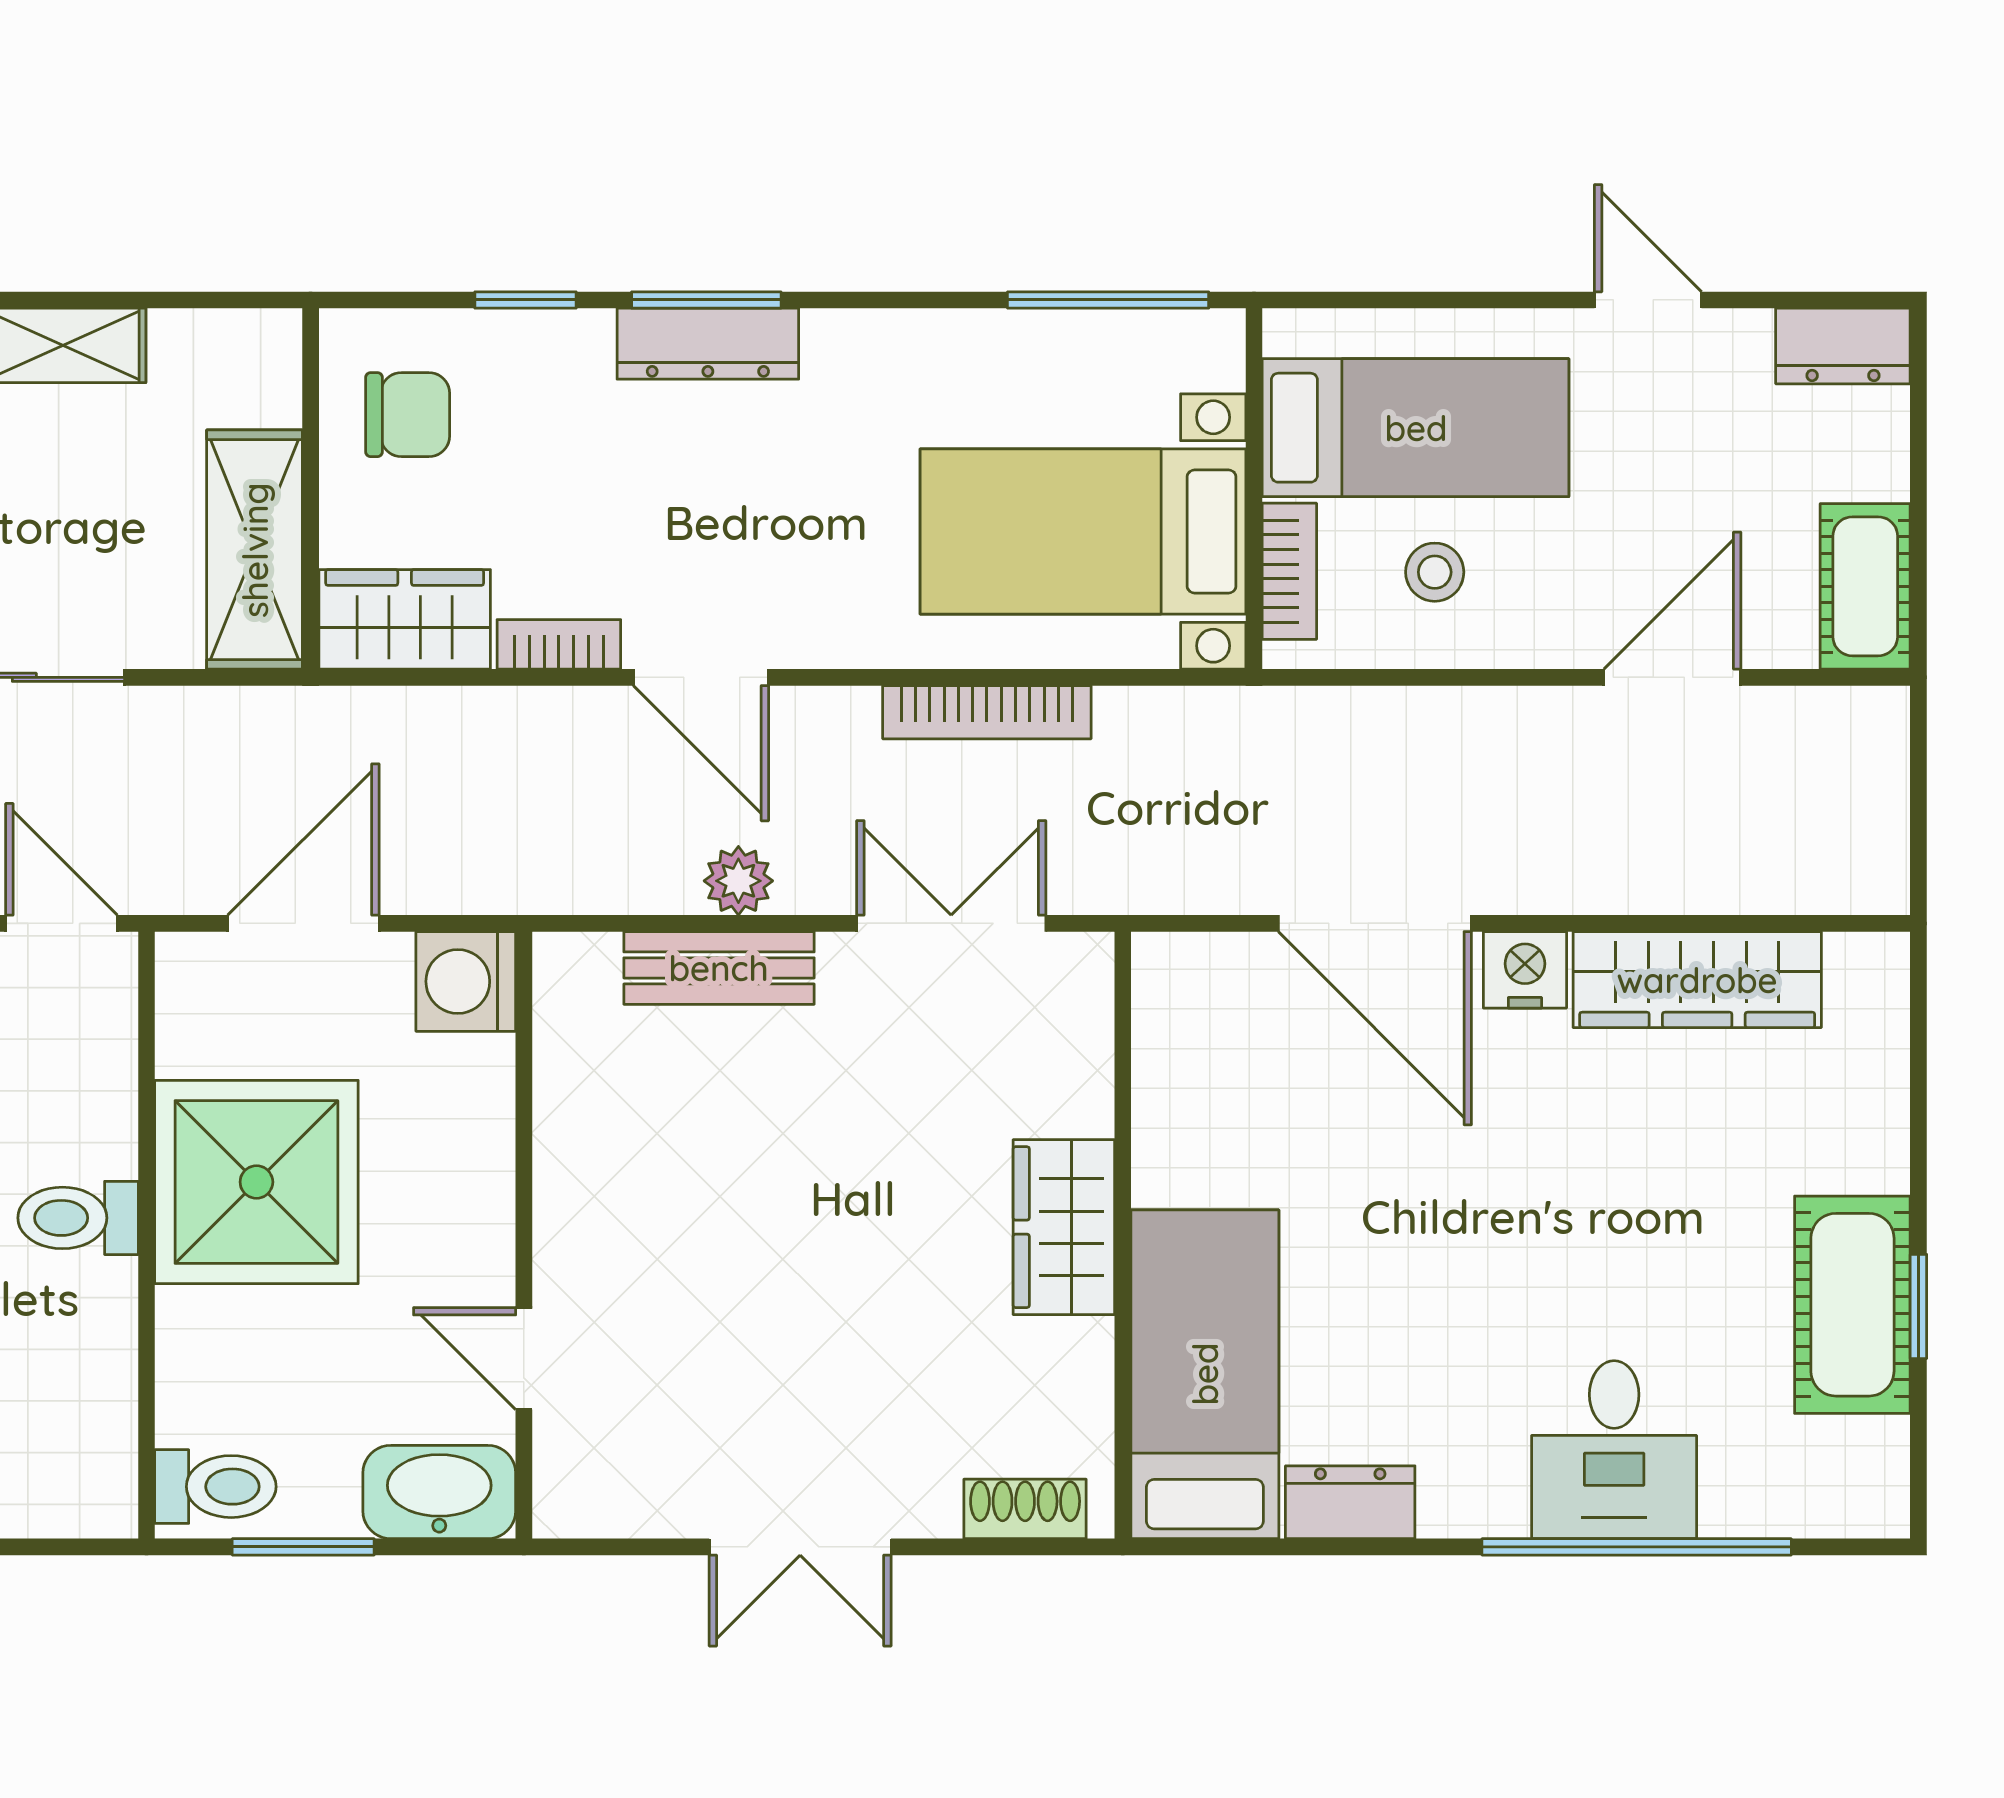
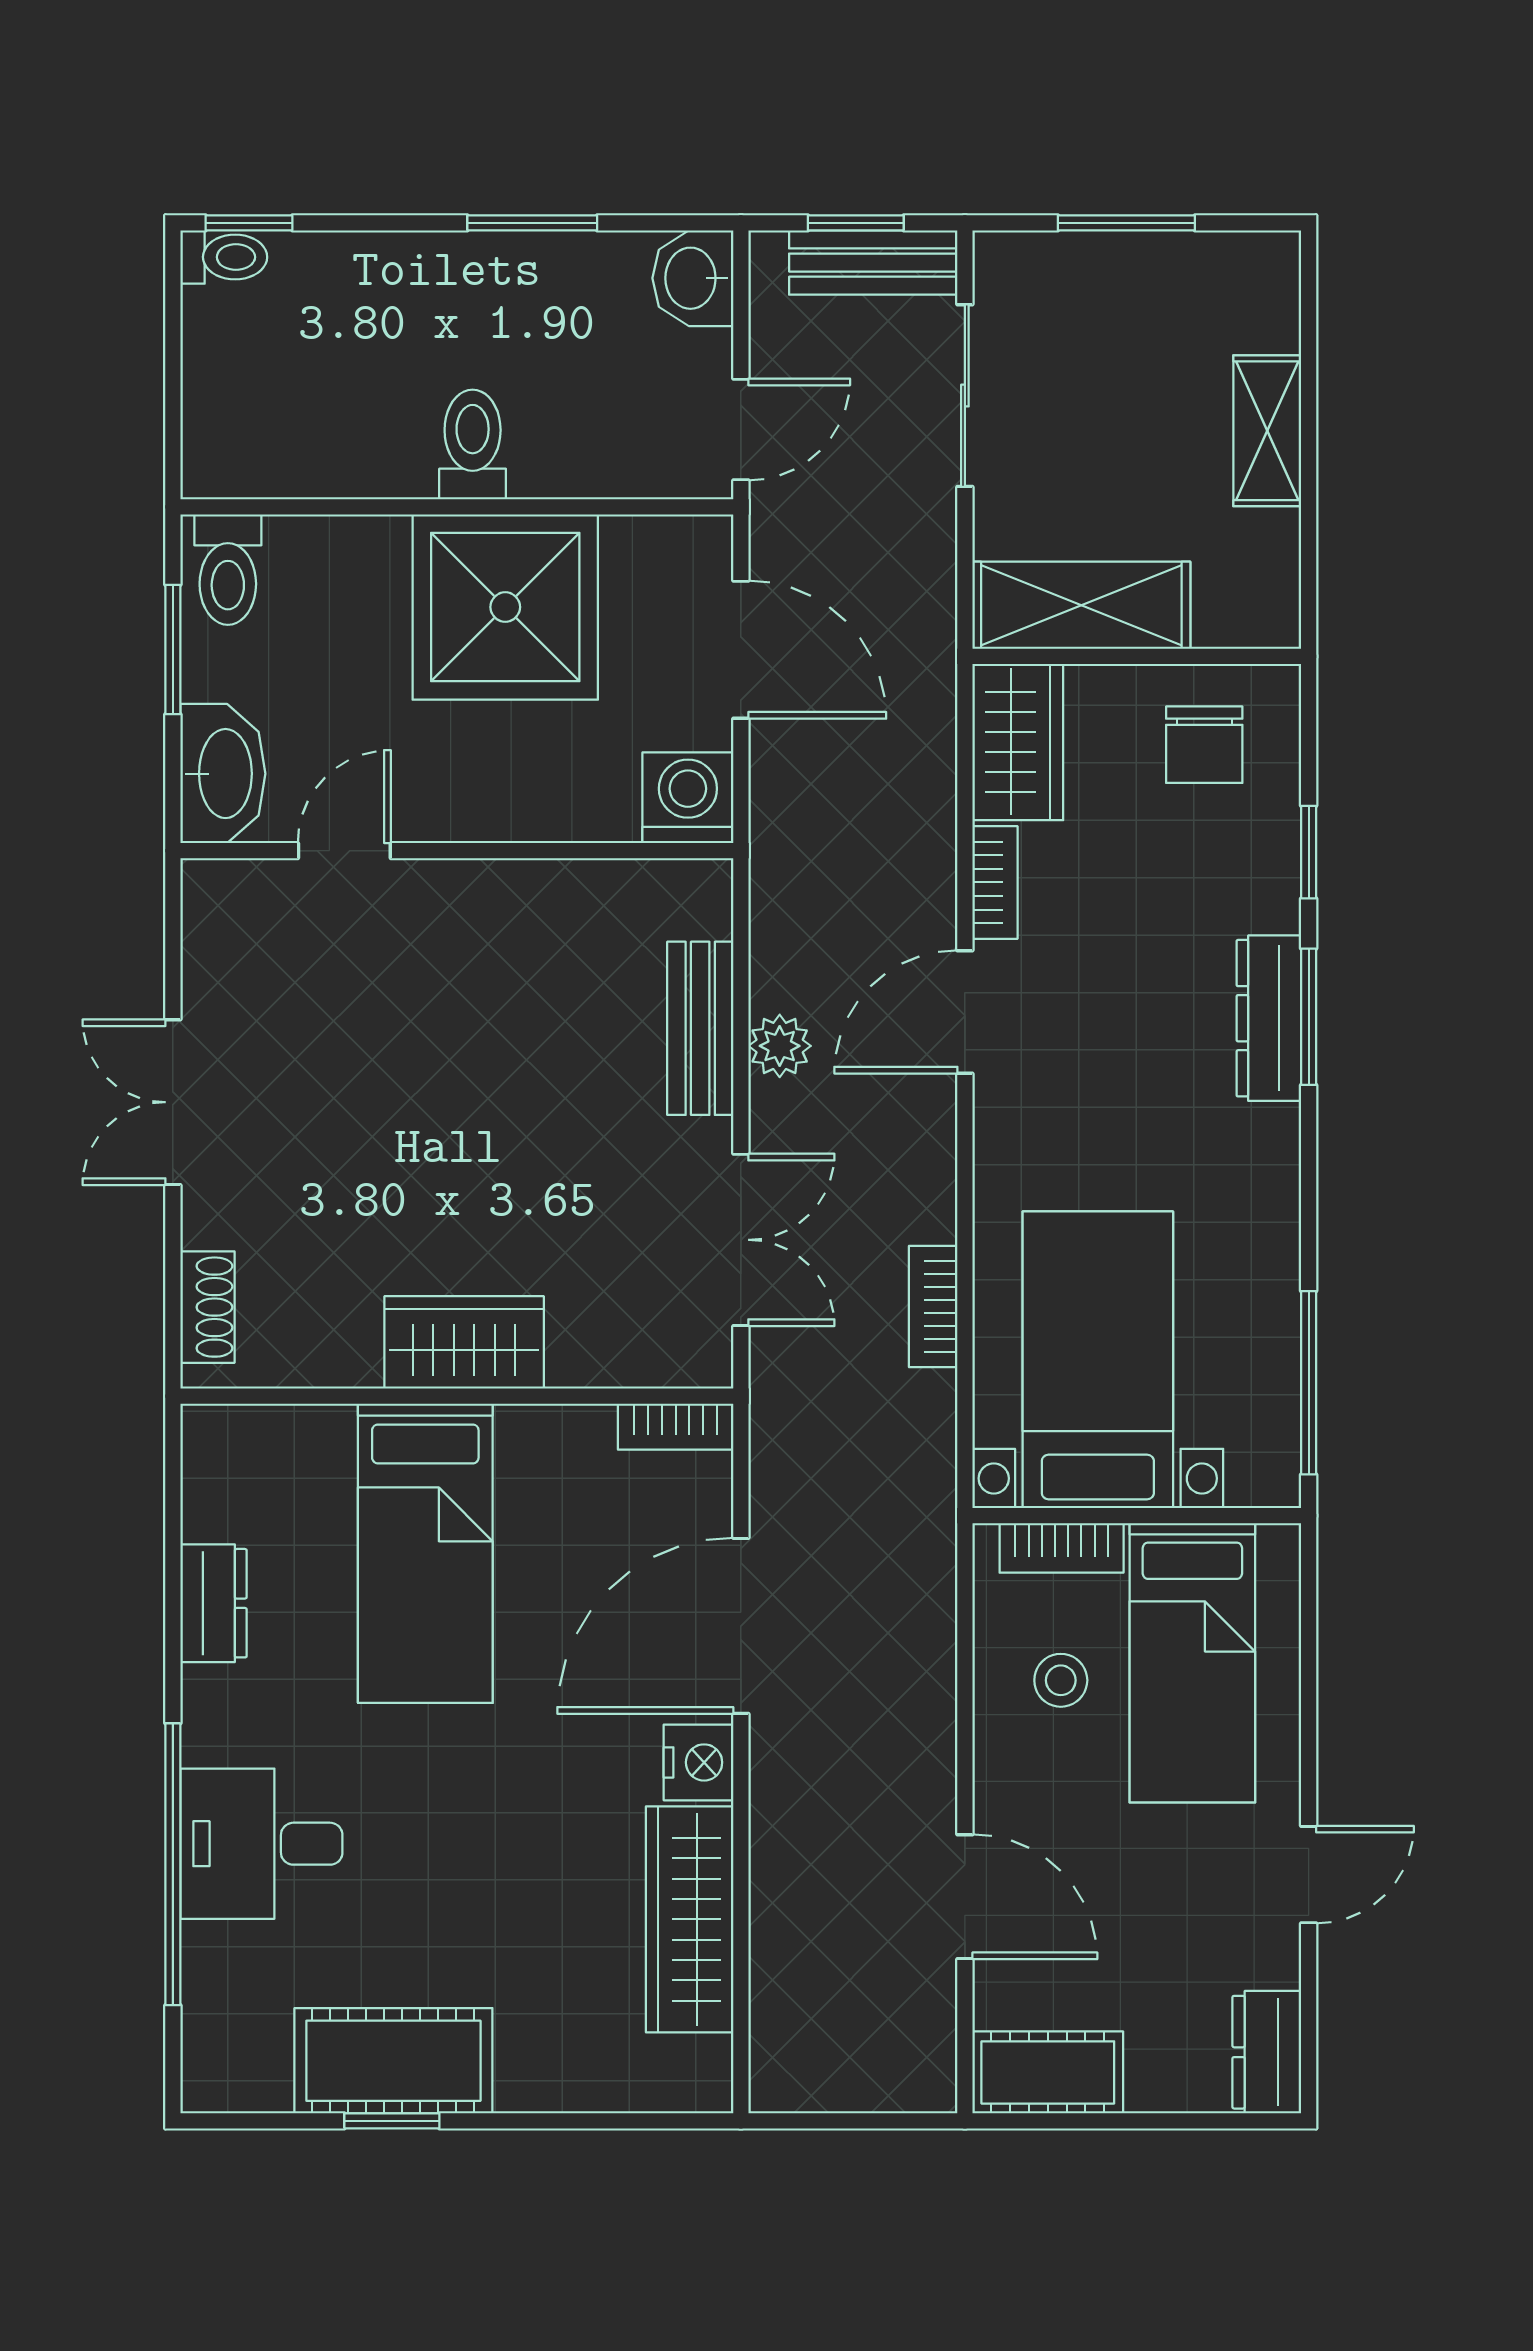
bookcase: (987, 712) -> (933, 1307), width x0.64
bookcase: (1156, 995) -> (676, 1427), added
bed: (1205, 1374) -> (425, 1553), moved, turned 90

